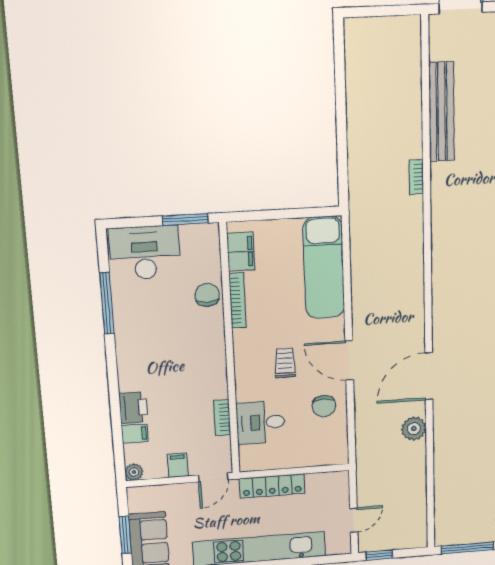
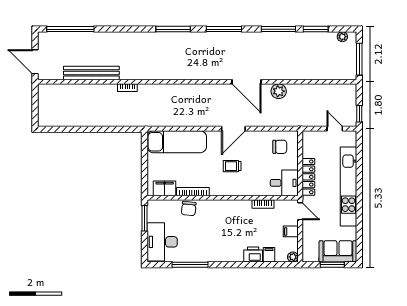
chair: (207, 295) -> (189, 209), turned -84
chair: (324, 406) -> (280, 147), moved
desk: (261, 423) -> (284, 183), moved, turned -90

